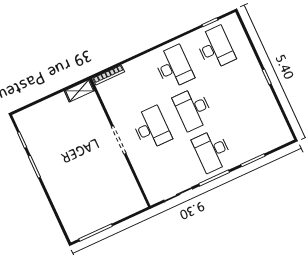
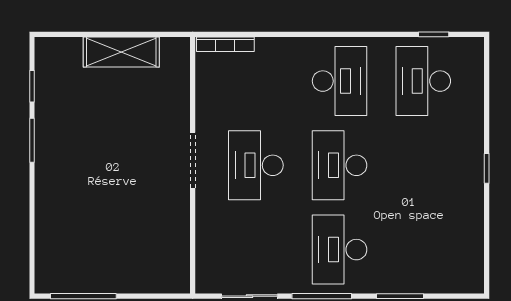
desk: (215, 48) -> (423, 81), turned 180
shelving: (79, 91) -> (121, 52), moved, width x1.50, depth x1.33
desk: (151, 128) -> (256, 165), turned 180

